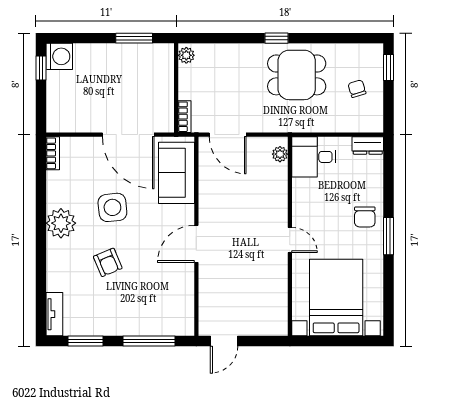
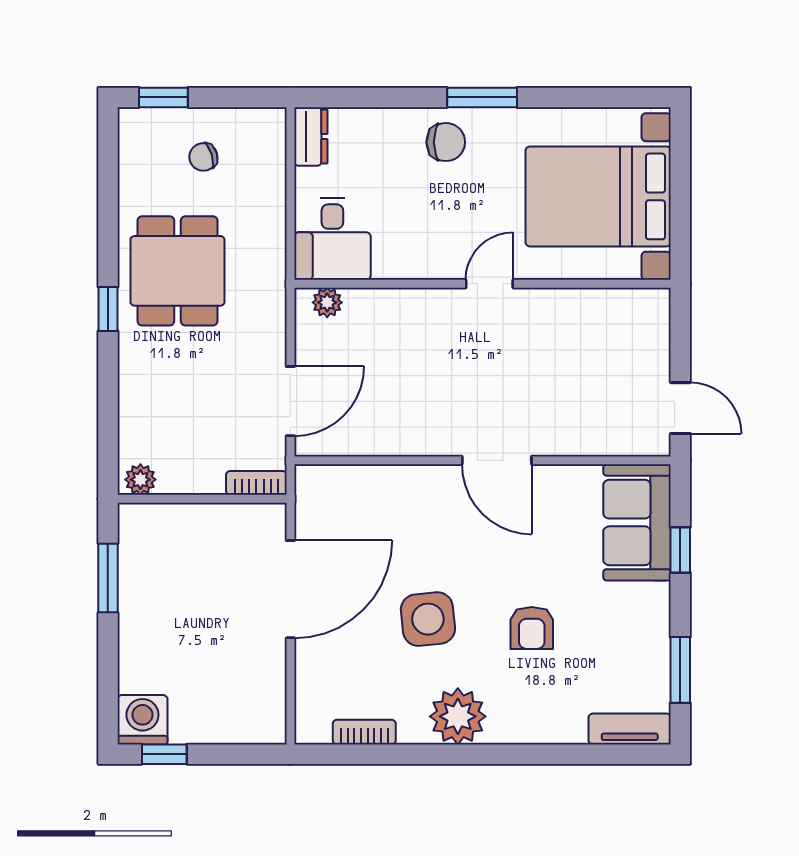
bookcase: (53, 153) -> (364, 732), moved
sofa: (177, 173) -> (637, 522), moved, turned 90
armchair: (108, 262) -> (532, 628), turned 113
window: (149, 341) -> (680, 550), width x0.46

